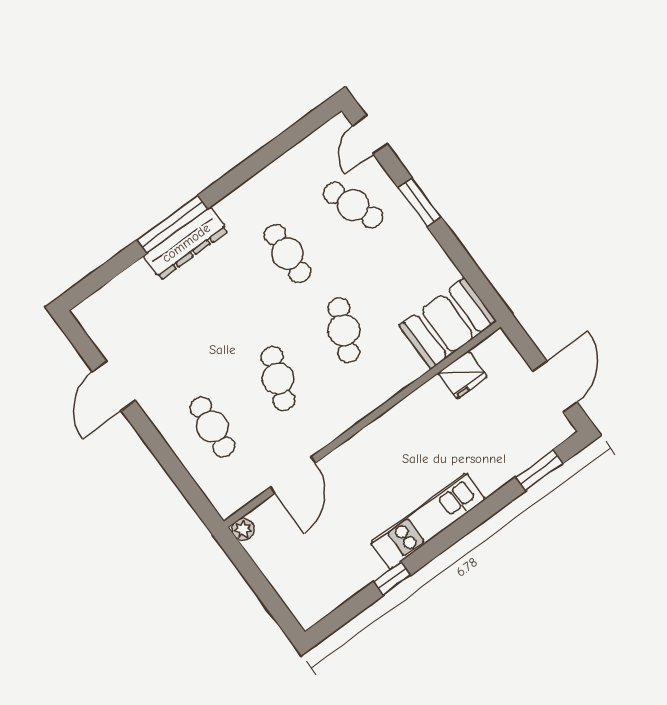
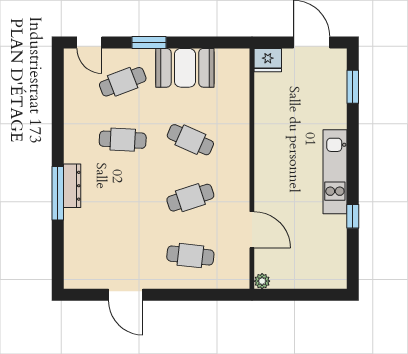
dresser: (186, 243) -> (72, 186), width x0.73, depth x0.80
booth: (448, 323) -> (185, 68), moved, turned 90
fridge: (463, 375) -> (268, 60), moved, turned 90
cafe table: (278, 379) -> (190, 198), turned -39

